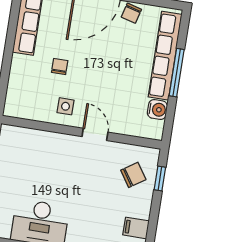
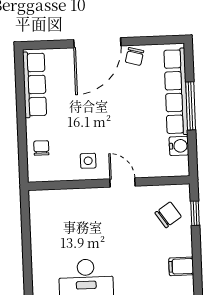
chair: (60, 67) -> (41, 148), moved

